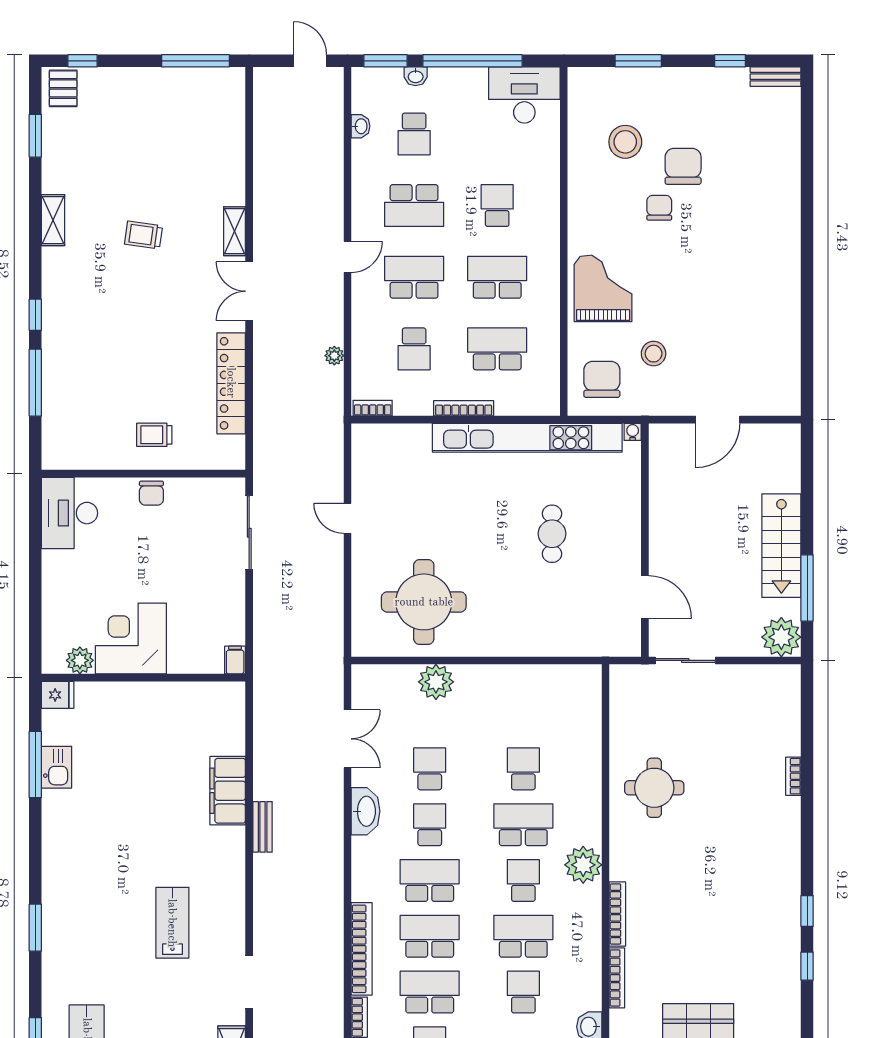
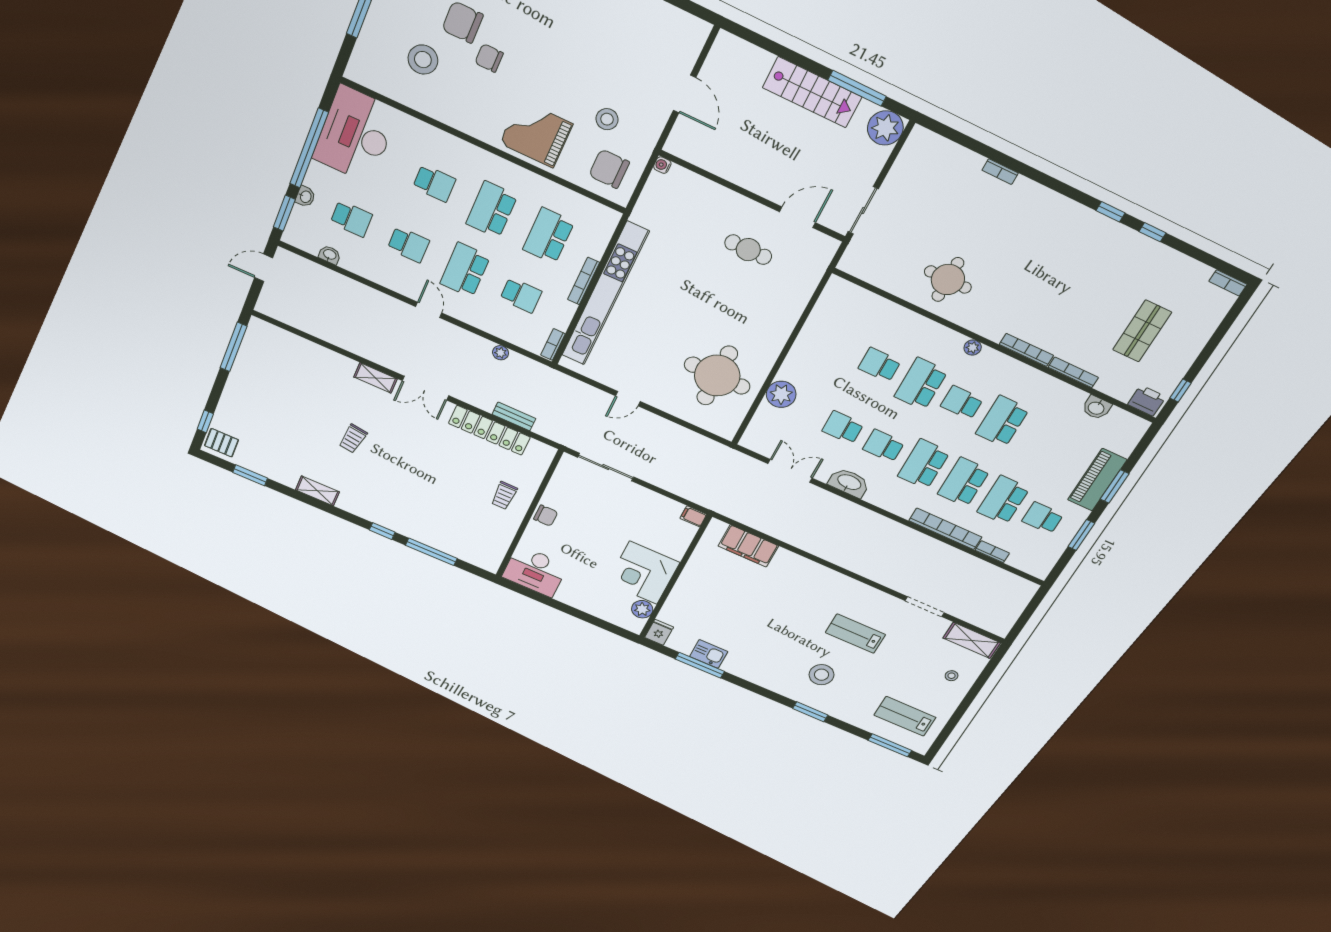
desk: (524, 95) -> (355, 134), width x1.36, depth x1.30
school desk: (414, 206) -> (408, 245), width x0.54
school desk: (497, 206) -> (434, 183), turned 180
kitchen unit: (527, 438) -> (605, 294), moved
cafe table: (552, 534) -> (748, 250), moved
filing cabinet: (228, 791) -> (748, 546), moved
bench: (263, 827) -> (514, 416), moved
plant: (583, 865) -> (973, 348), width x0.53, depth x0.53
stool: (95, 913) -> (821, 675), added
school desk: (523, 992) -> (1043, 440), removed

